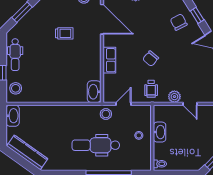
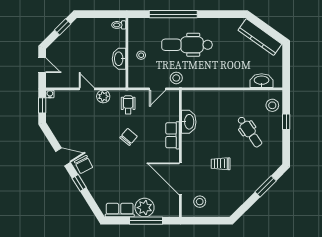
chair: (179, 22) -> (83, 164), moved
dental chair: (15, 55) -> (250, 132), moved, turned 145
washbasin: (94, 92) -> (189, 122), moved
washbasin: (13, 116) -> (262, 81), moved, turned 90
dental chair: (96, 145) -> (187, 45), turned 180

